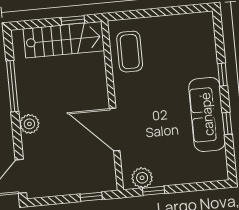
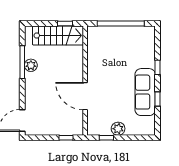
window: (159, 12) -> (121, 24), added
coffee table: (130, 52) -> (99, 47), removed
plant: (29, 124) -> (31, 65), moved
plant: (142, 178) -> (118, 129), moved

